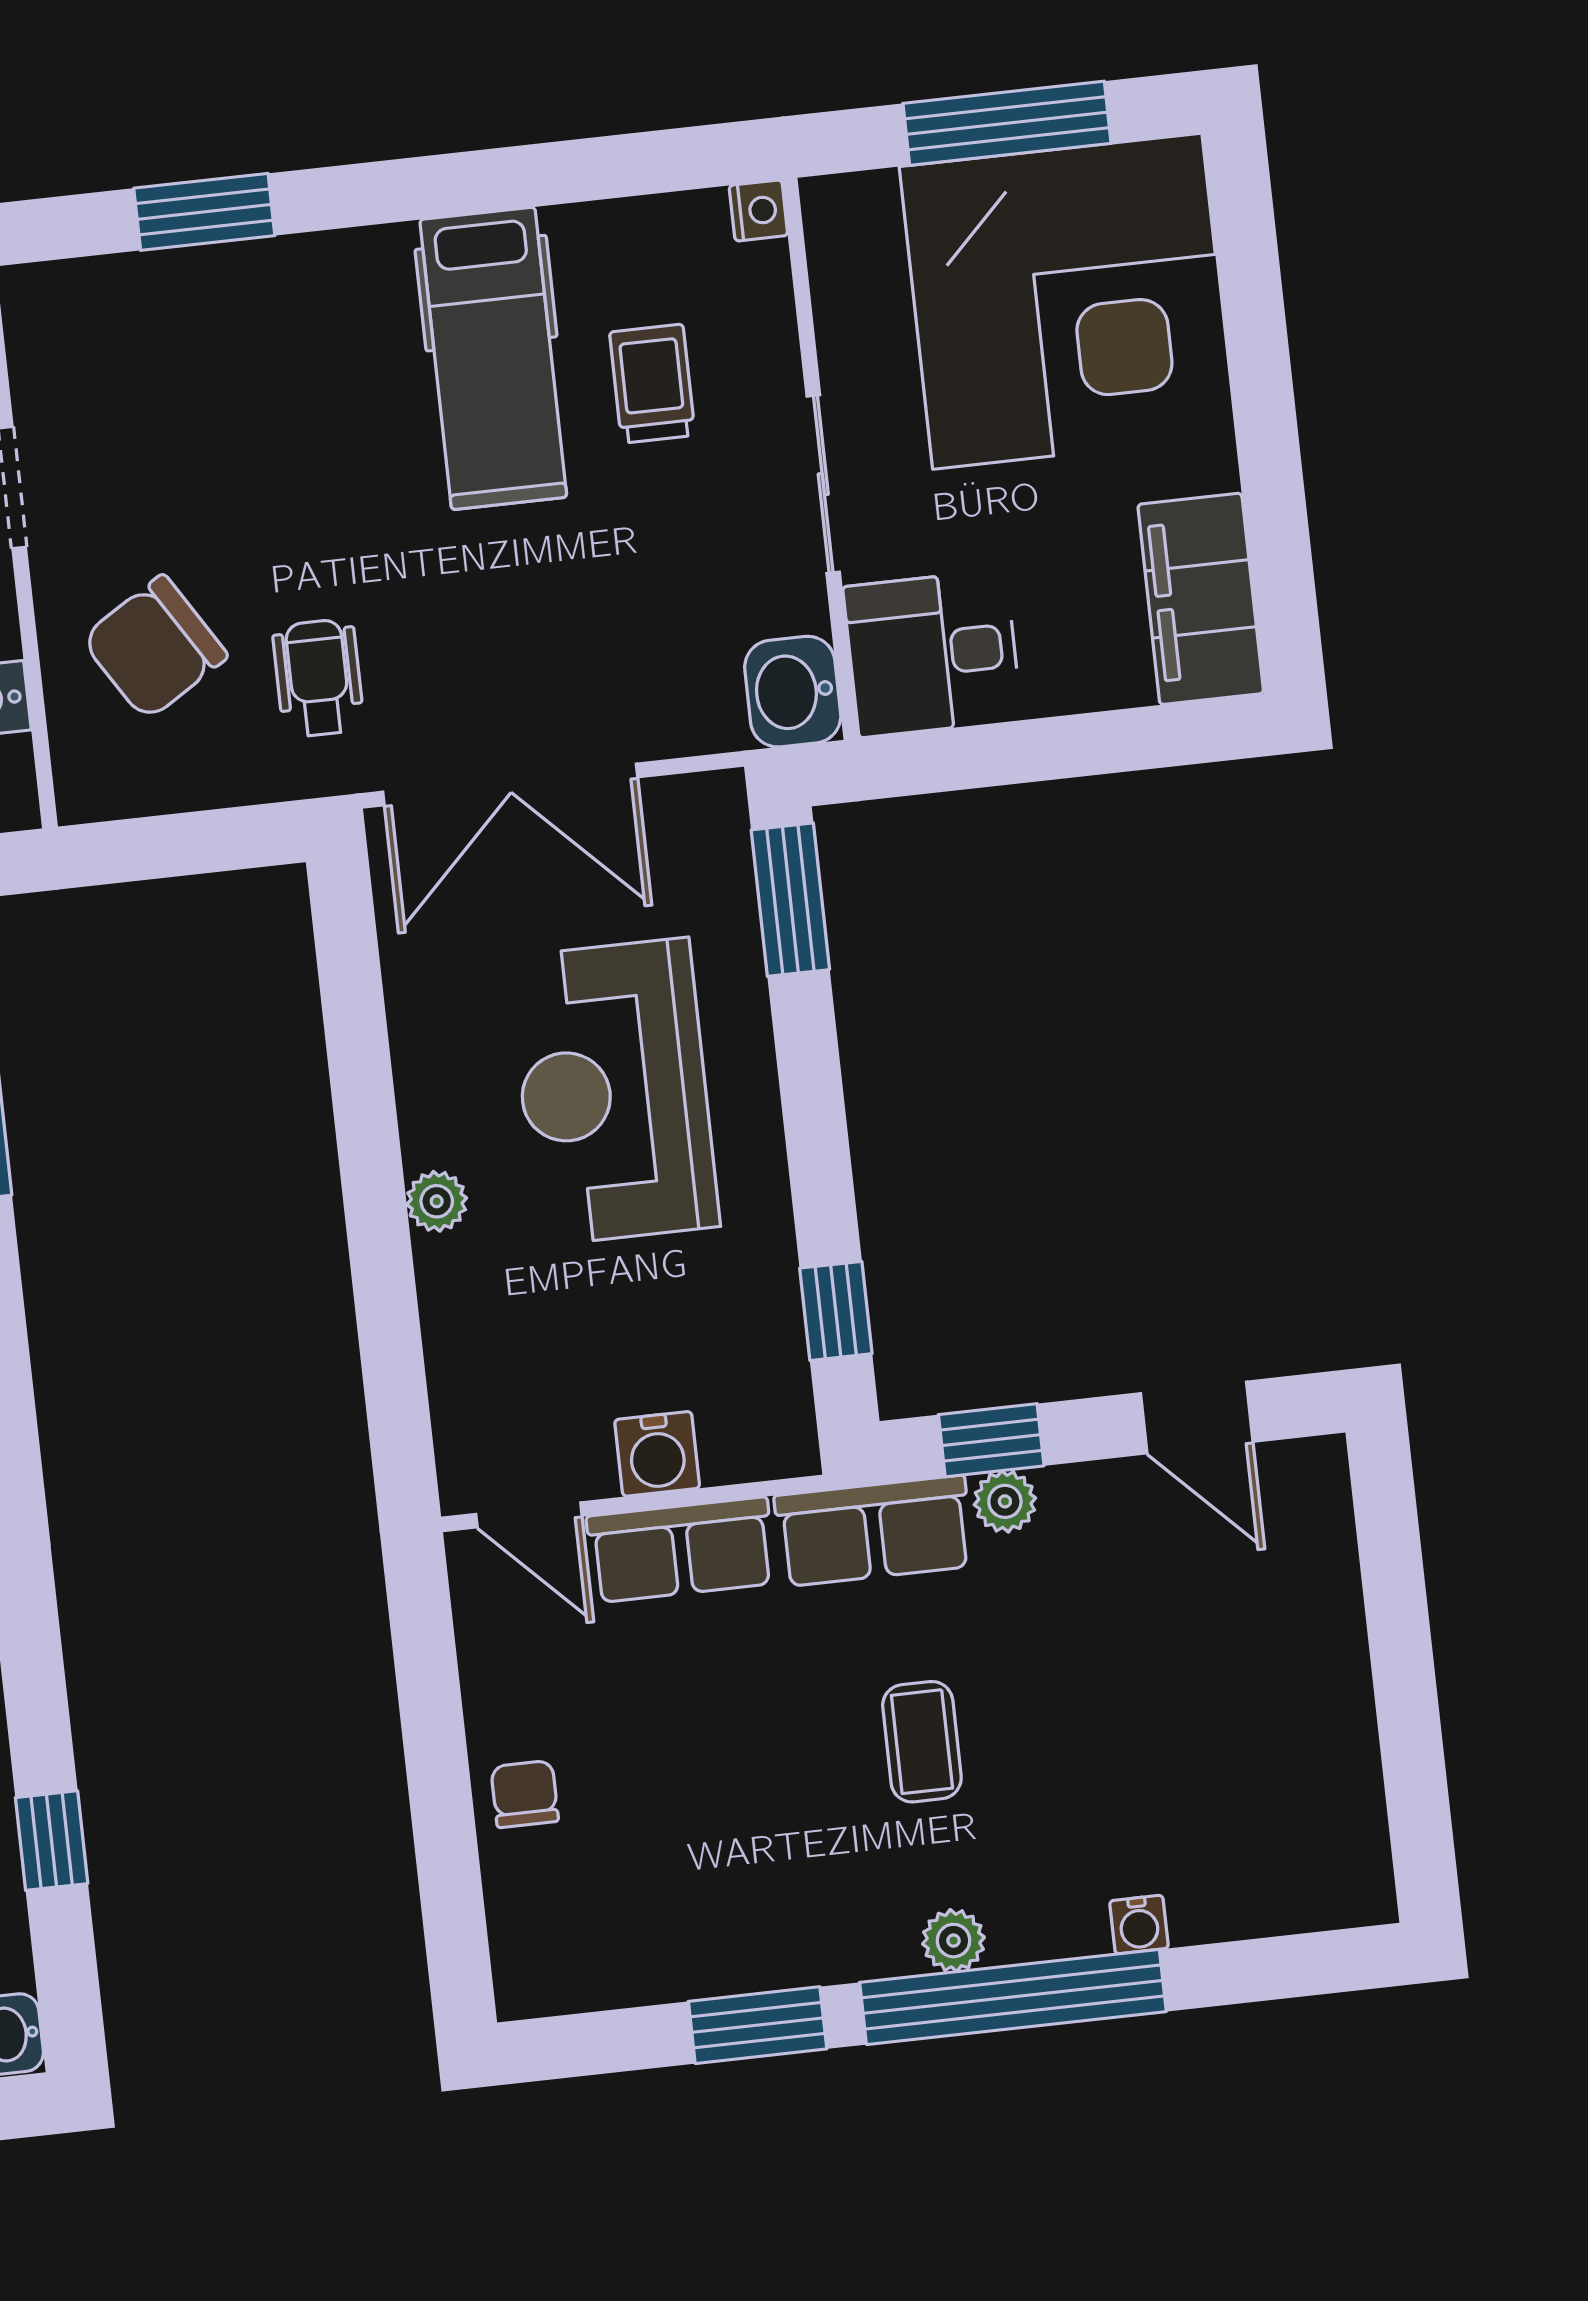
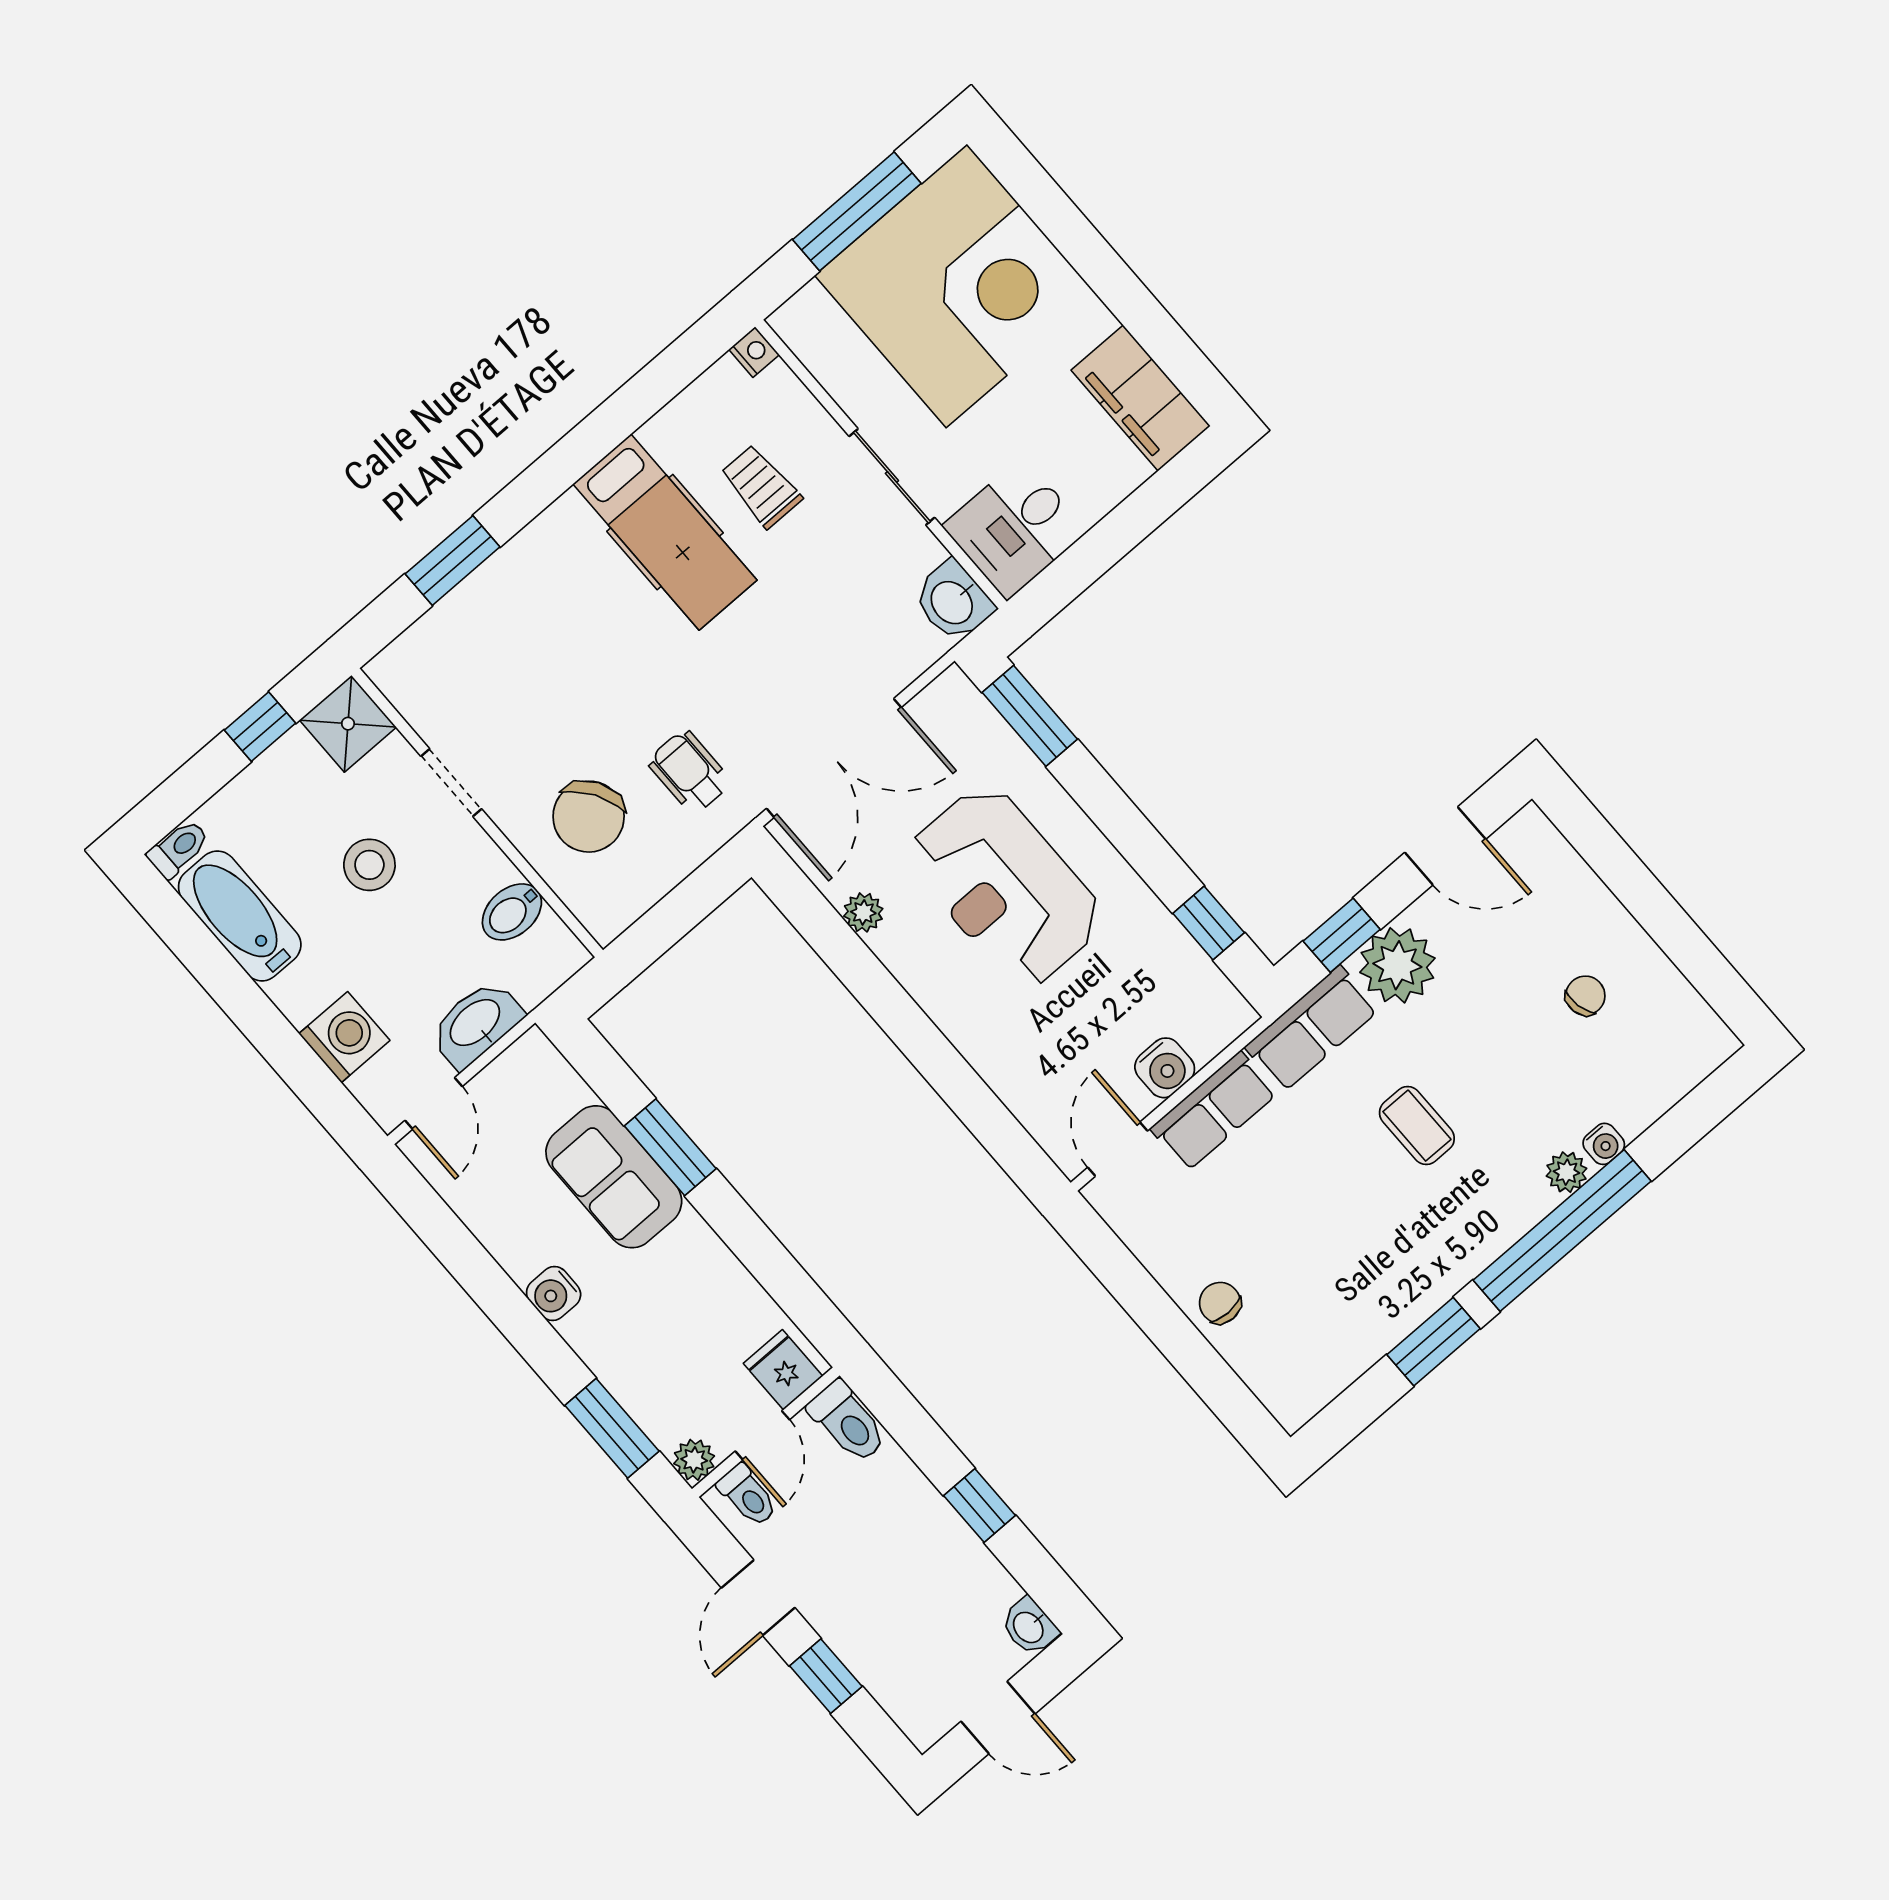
plant: (437, 1201) -> (863, 912), moved
plant: (1005, 1501) -> (1397, 965), width x1.88, depth x1.88
door: (529, 1515) -> (1118, 1149), swing flipped
chair: (1243, 1724) -> (1585, 996), added
plant: (954, 1941) -> (1567, 1172), moved

